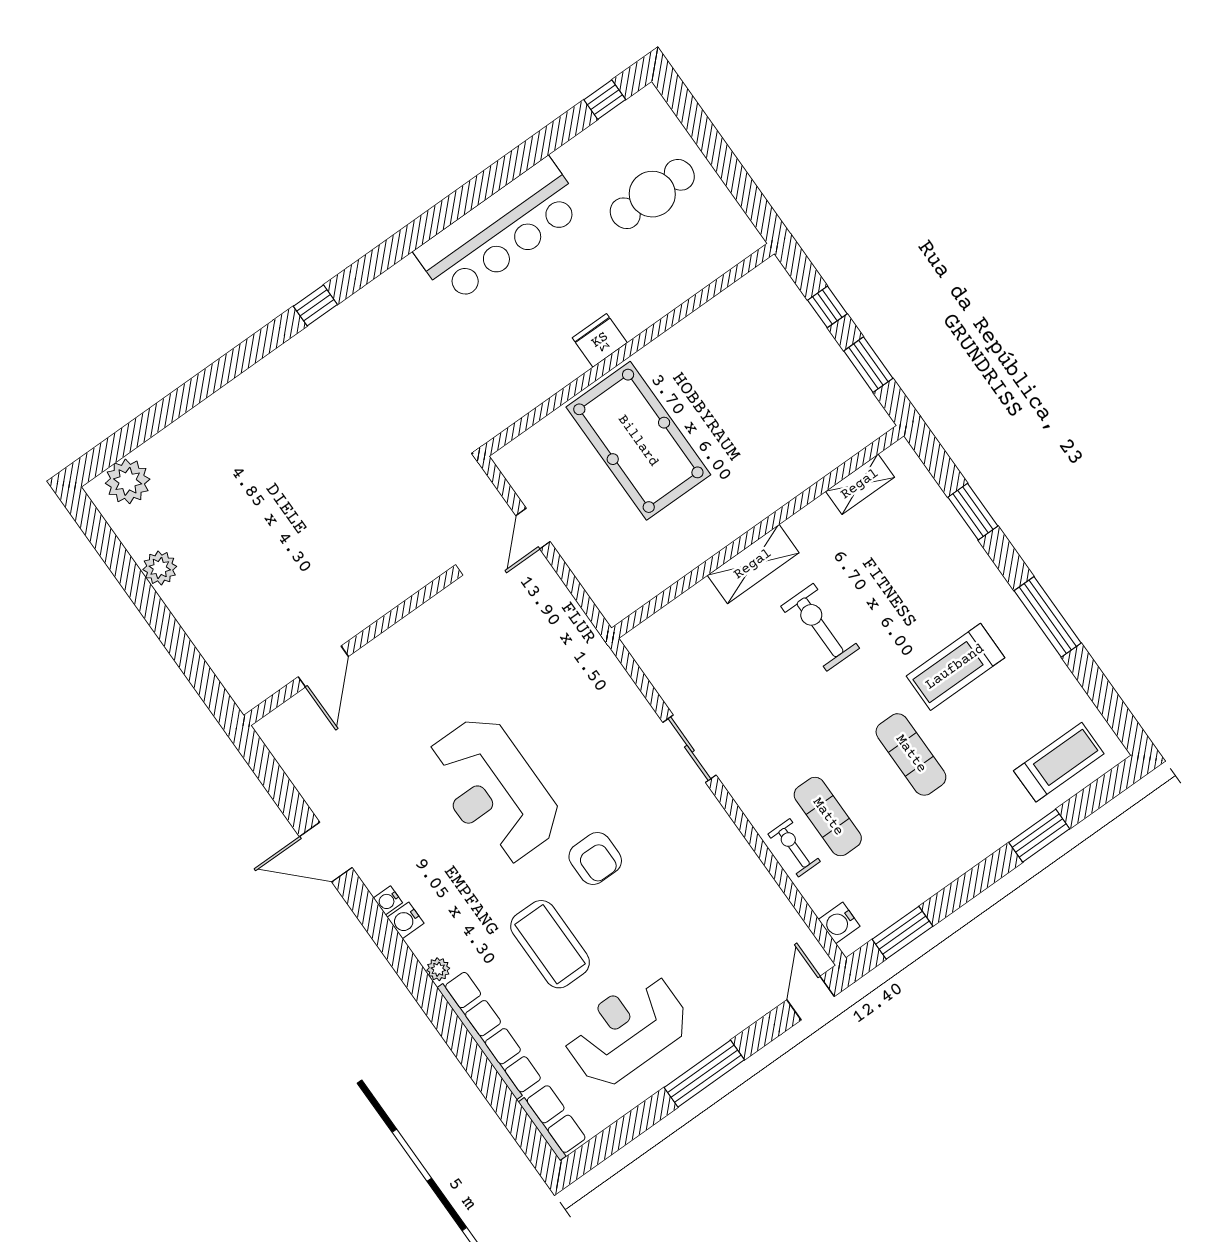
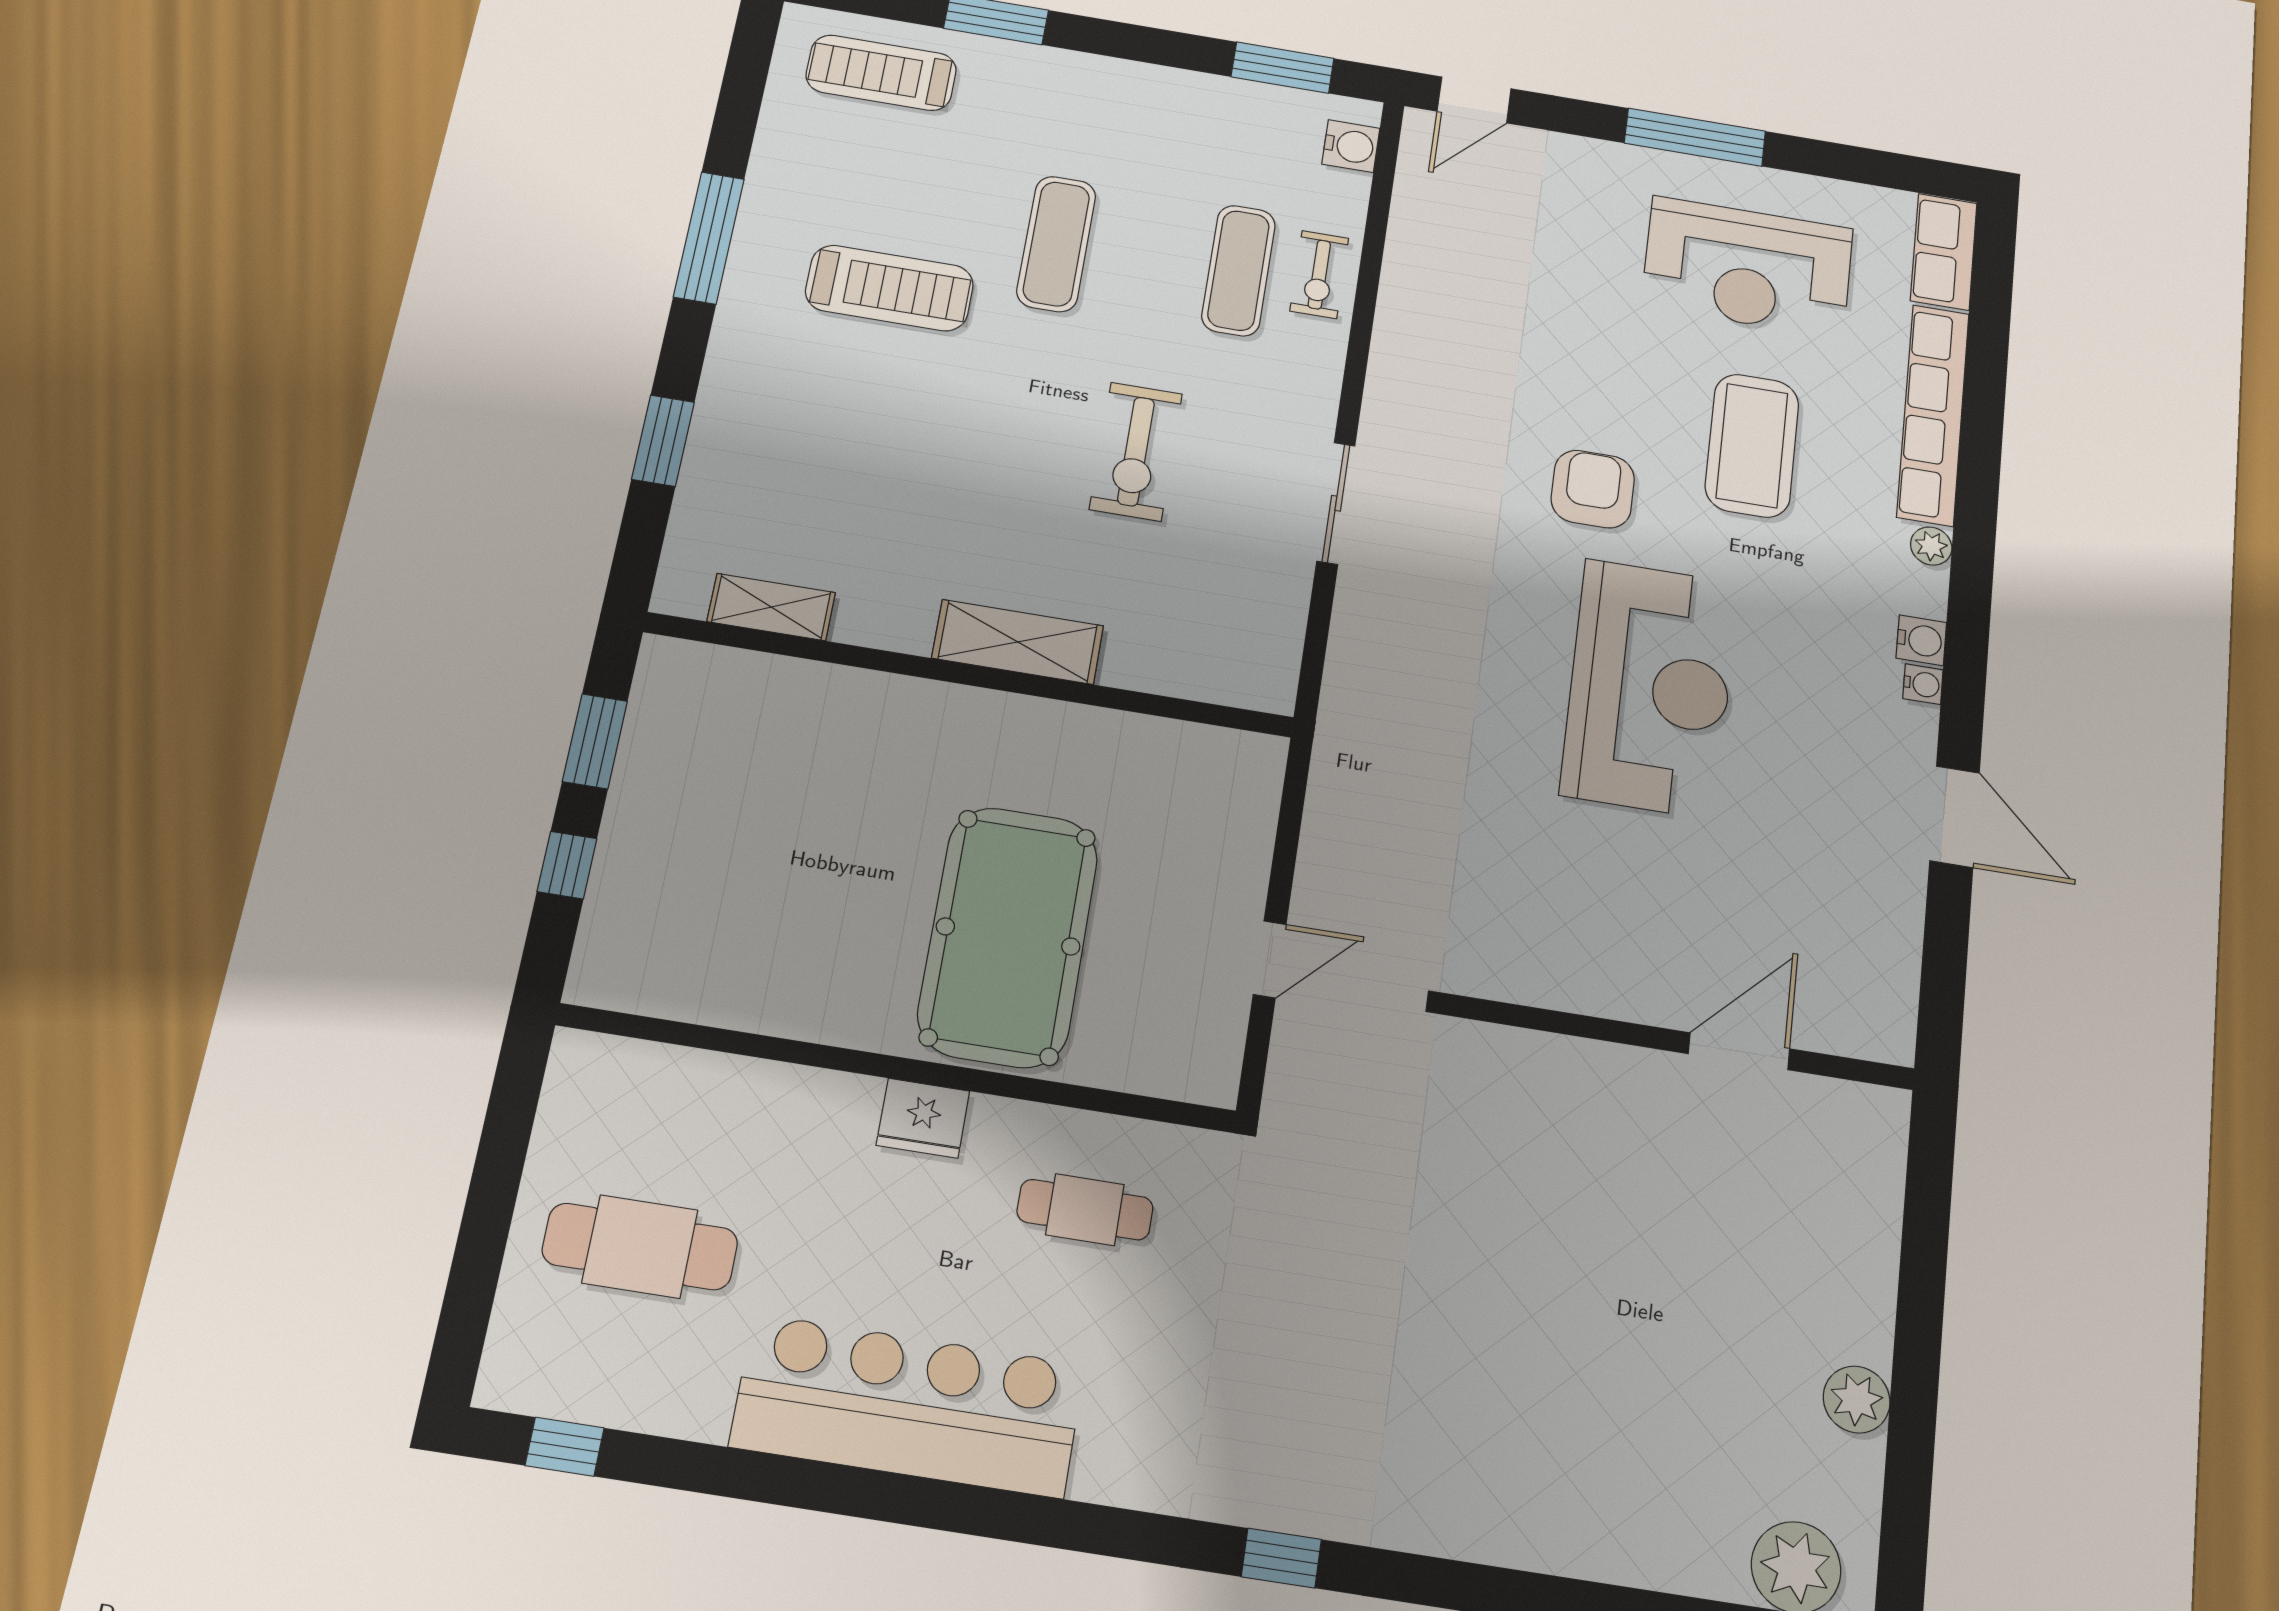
cafe table: (507, 364) -> (1085, 1210), added
exercise bike: (820, 627) -> (1136, 451), moved

